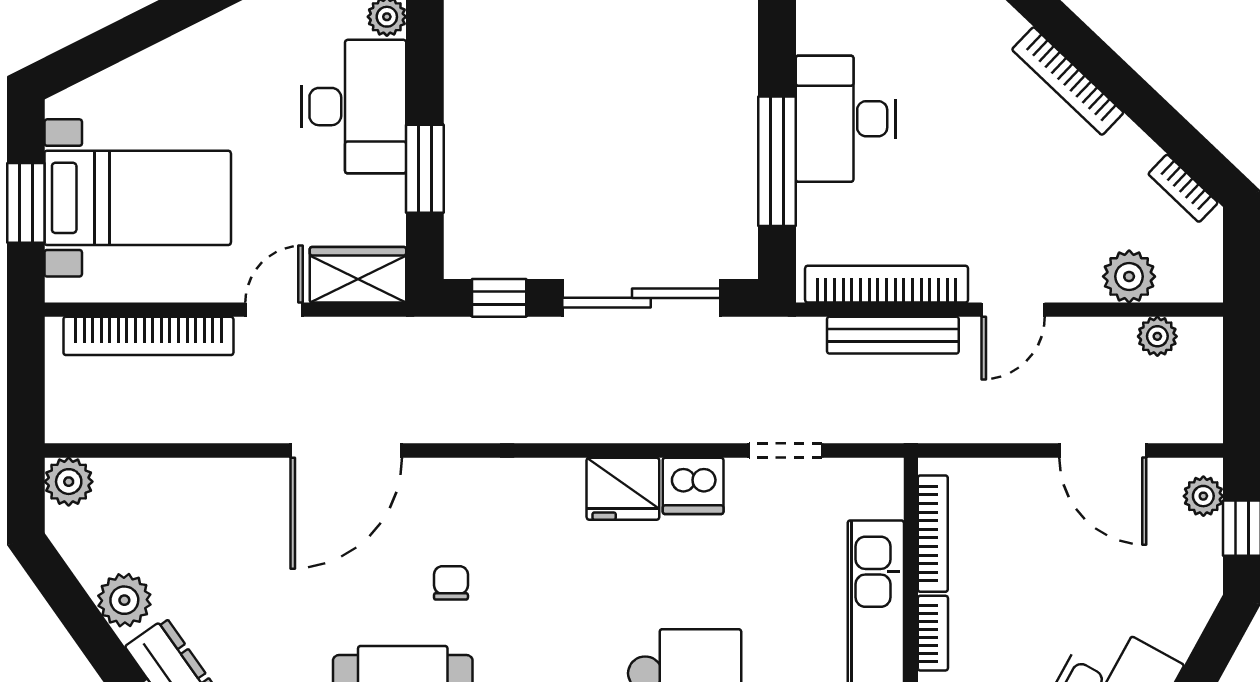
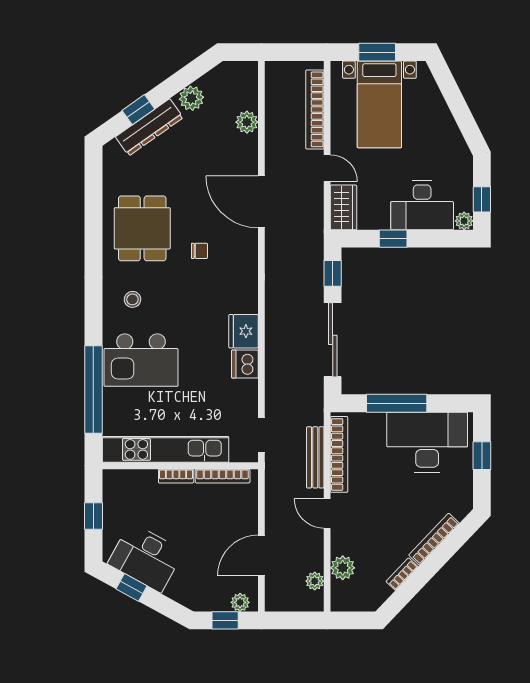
desk: (845, 119) -> (427, 442), width x1.36, depth x1.30
window: (425, 169) -> (393, 239), width x0.67
bookcase: (1183, 188) -> (402, 574), moved
doorway: (786, 451) -> (261, 435), moved
plant: (69, 482) -> (247, 122), moved

